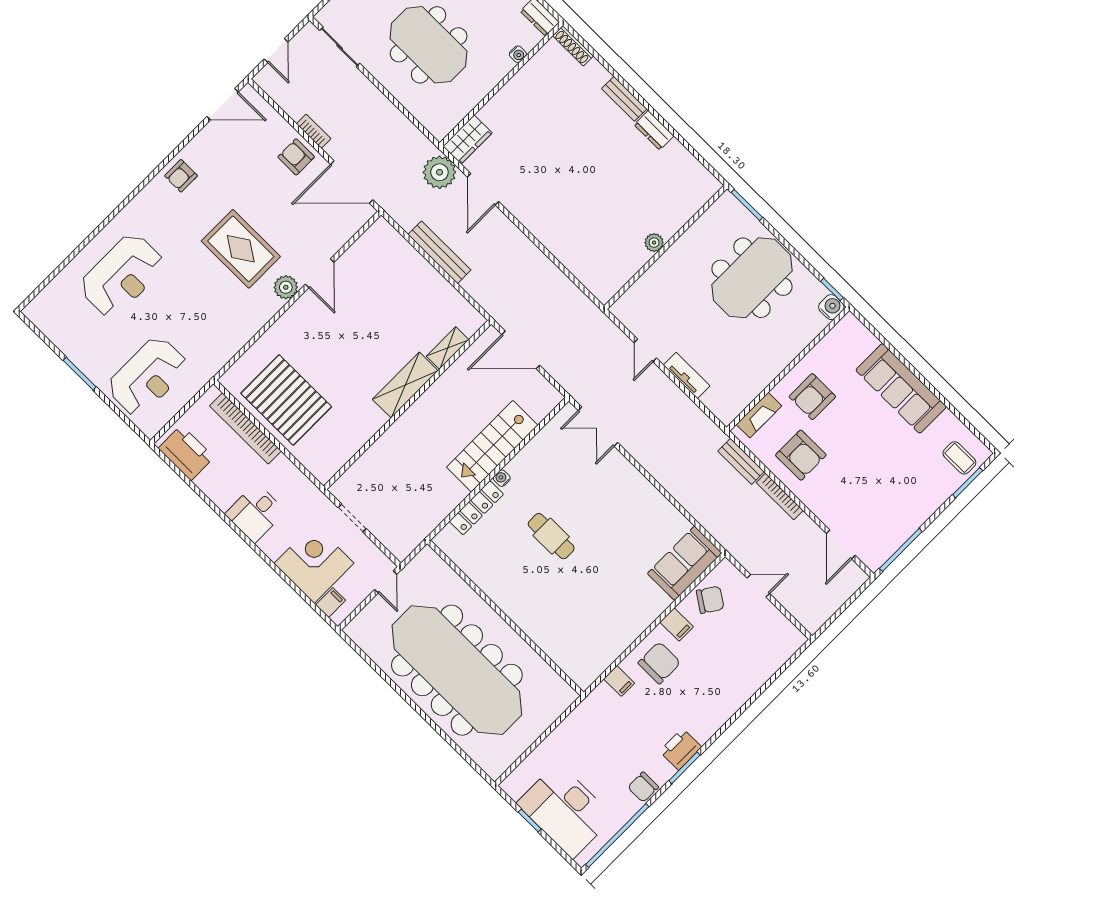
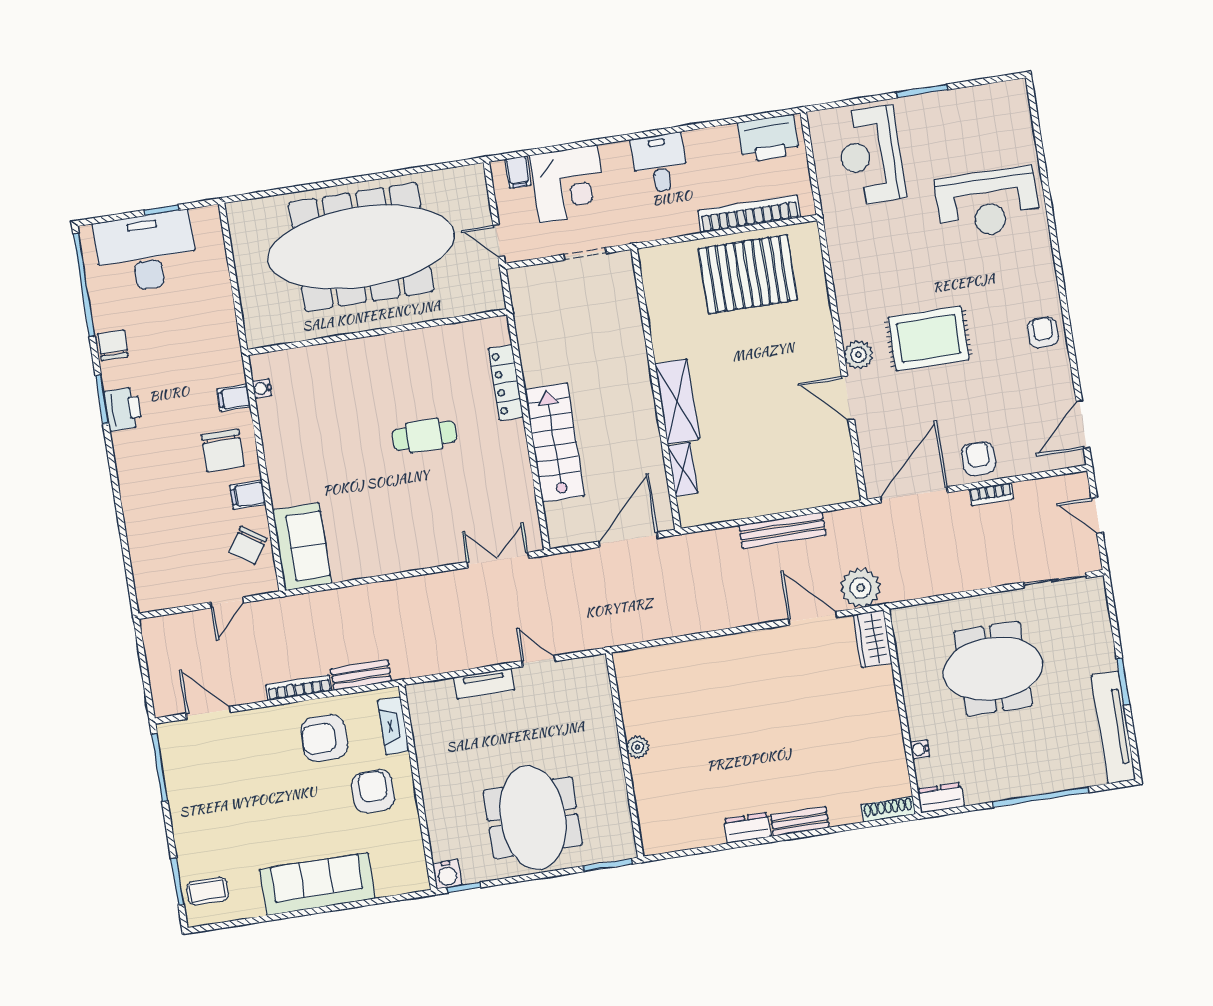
armchair: (296, 157) -> (979, 459), turned -90
reception desk: (122, 275) -> (988, 203), turned -90
water cooler: (502, 478) -> (262, 388), moved, turned 180

